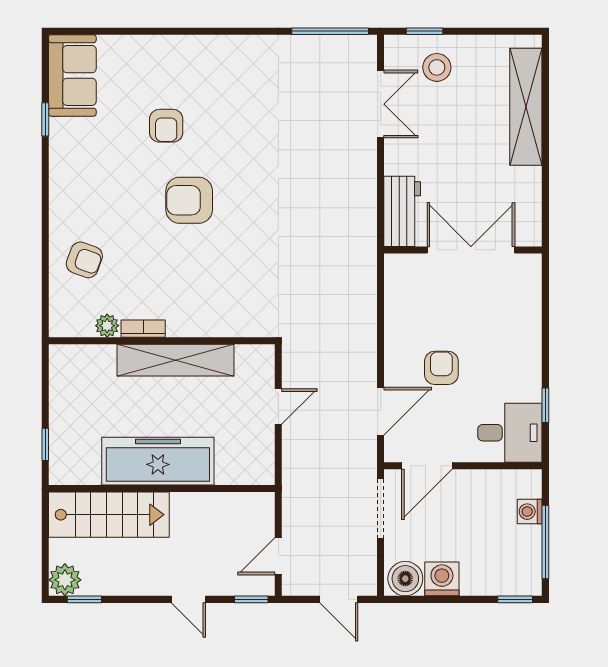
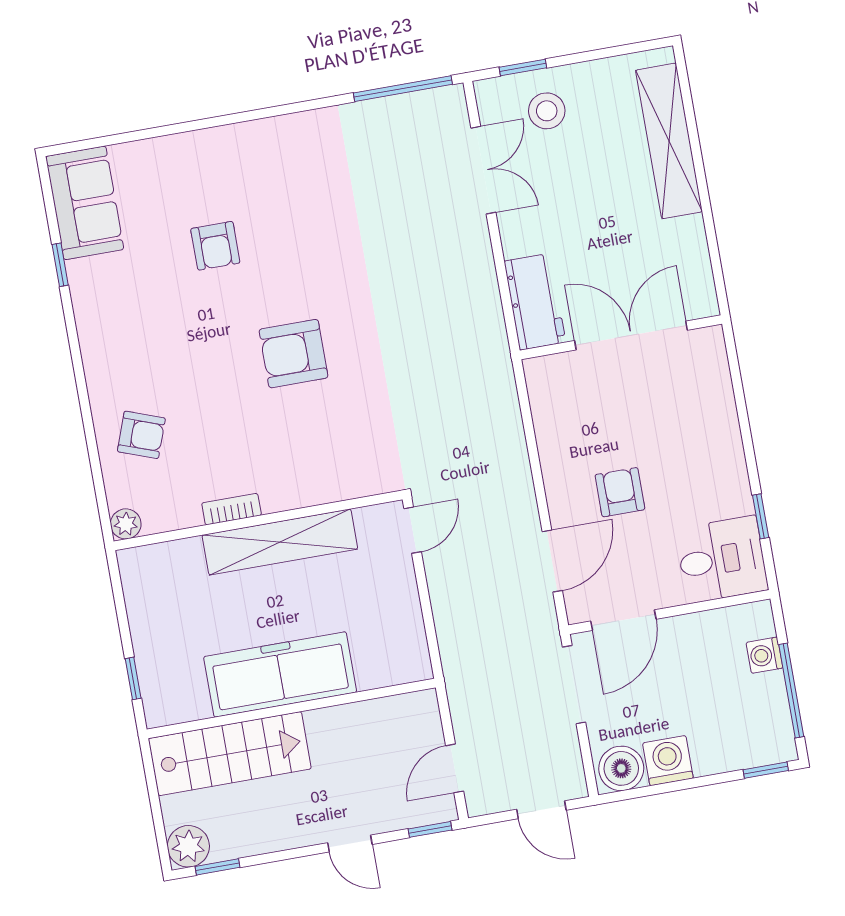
armchair: (189, 200) -> (294, 354), moved
plant: (107, 326) -> (126, 524), moved
door: (278, 407) -> (413, 530), moved

